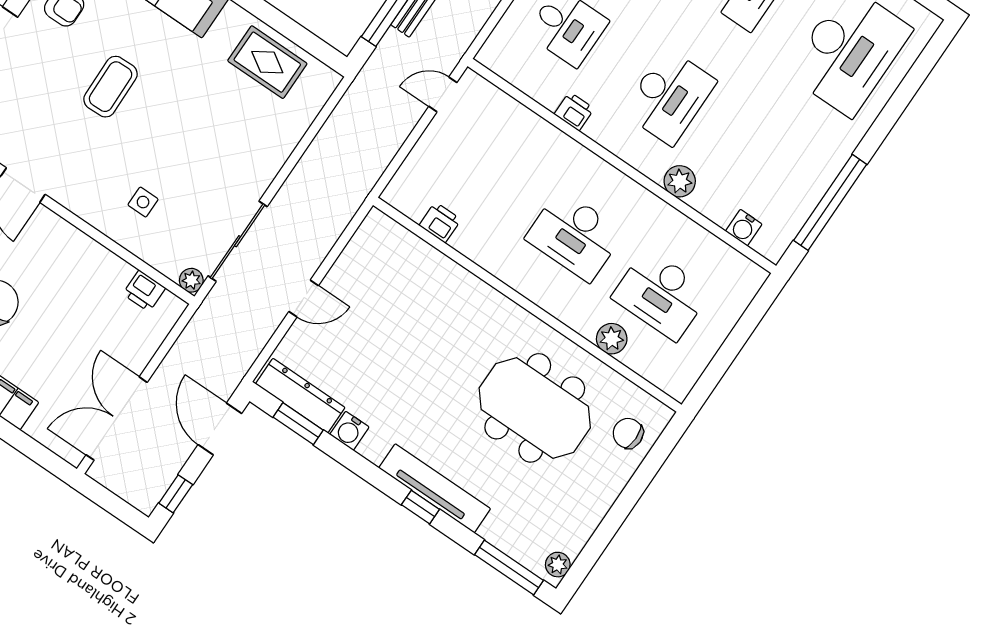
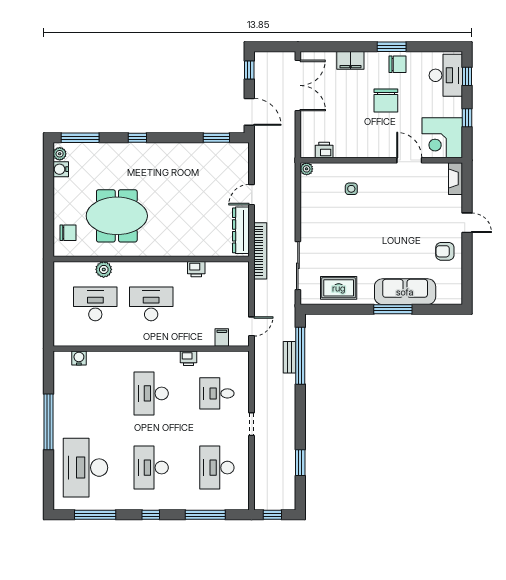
coffee table: (111, 87) -> (400, 230), removed
filing cabinet: (501, 109) -> (222, 337), added
plant: (680, 181) -> (121, 359), removed
bookcase: (350, 202) -> (260, 251), added
window: (830, 202) -> (48, 422), moved
printer: (440, 222) -> (196, 269), moved
sliding door: (238, 241) -> (298, 266), moved
dresser: (300, 396) -> (241, 230), moved, turned 90
water cooler: (349, 431) -> (61, 169), moved, turned -90
tv unit: (435, 488) -> (137, 150), removed

